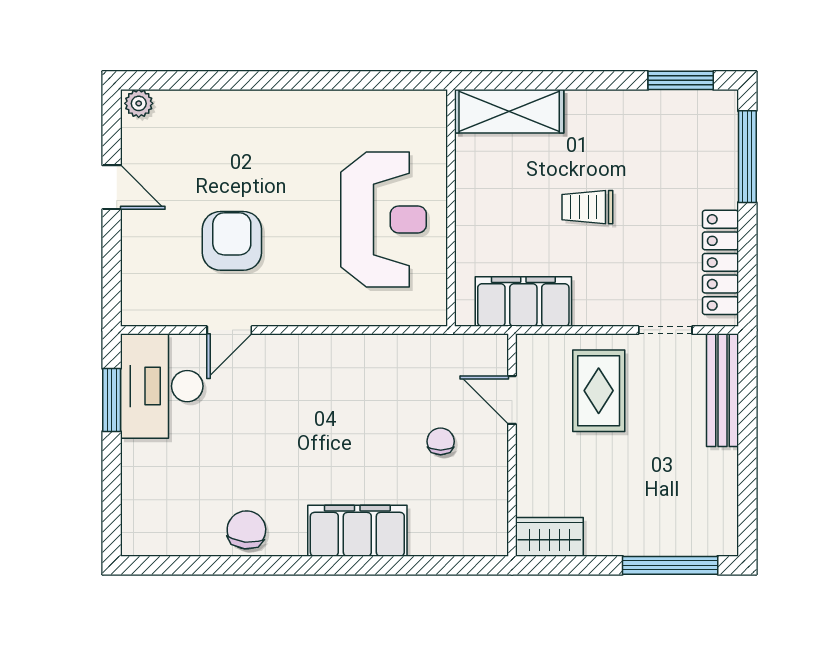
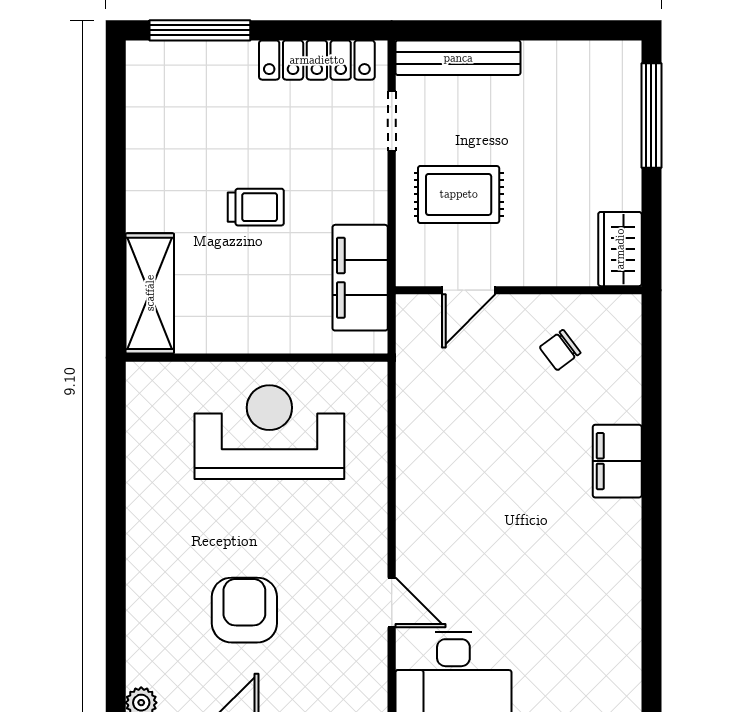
window: (681, 80) -> (116, 104), removed
trolley: (587, 207) -> (256, 207), turned -90
armchair: (232, 241) -> (244, 610), moved, turned 90
chair: (441, 441) -> (560, 350), moved, turned -37
chair: (246, 530) -> (612, 584), removed
filing cabinet: (357, 531) -> (617, 461), width x0.67, depth x0.86

